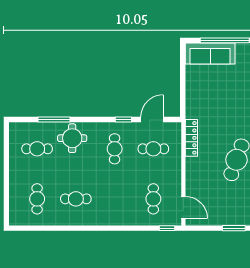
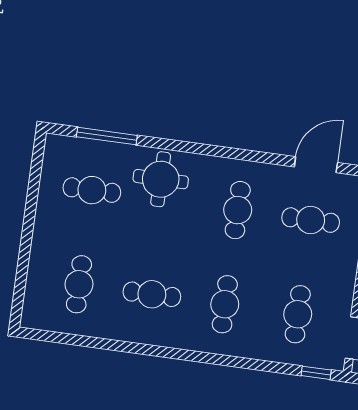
window: (54, 120) -> (107, 136), moved
window: (123, 120) -> (262, 157), removed
cafe table: (115, 199) -> (225, 304), added

